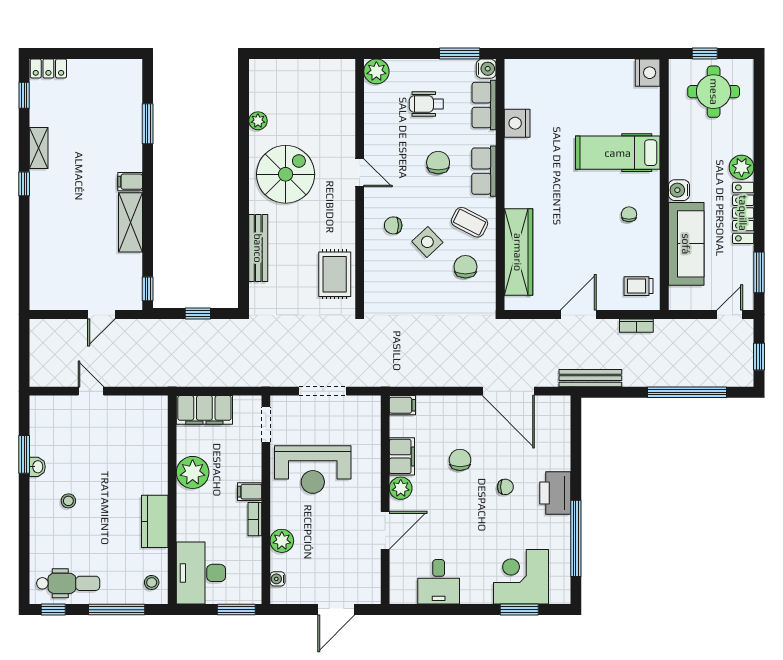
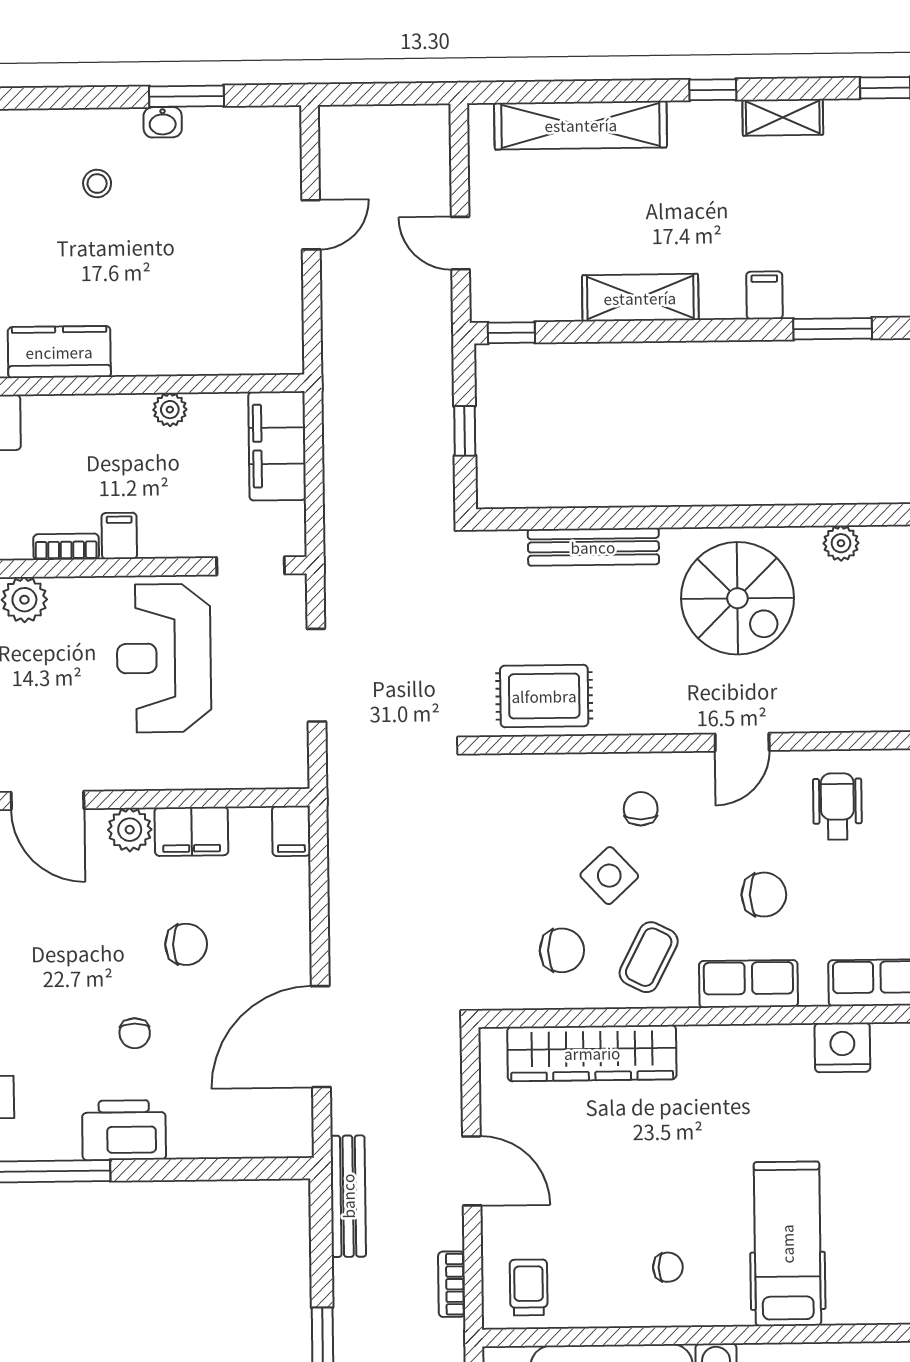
wheelchair: (426, 104) -> (837, 806), moved
filing cabinet: (130, 182) -> (764, 295), moved
shelving: (41, 252) -> (581, 125), added
plant: (193, 472) -> (170, 410), width x0.53, depth x0.53

